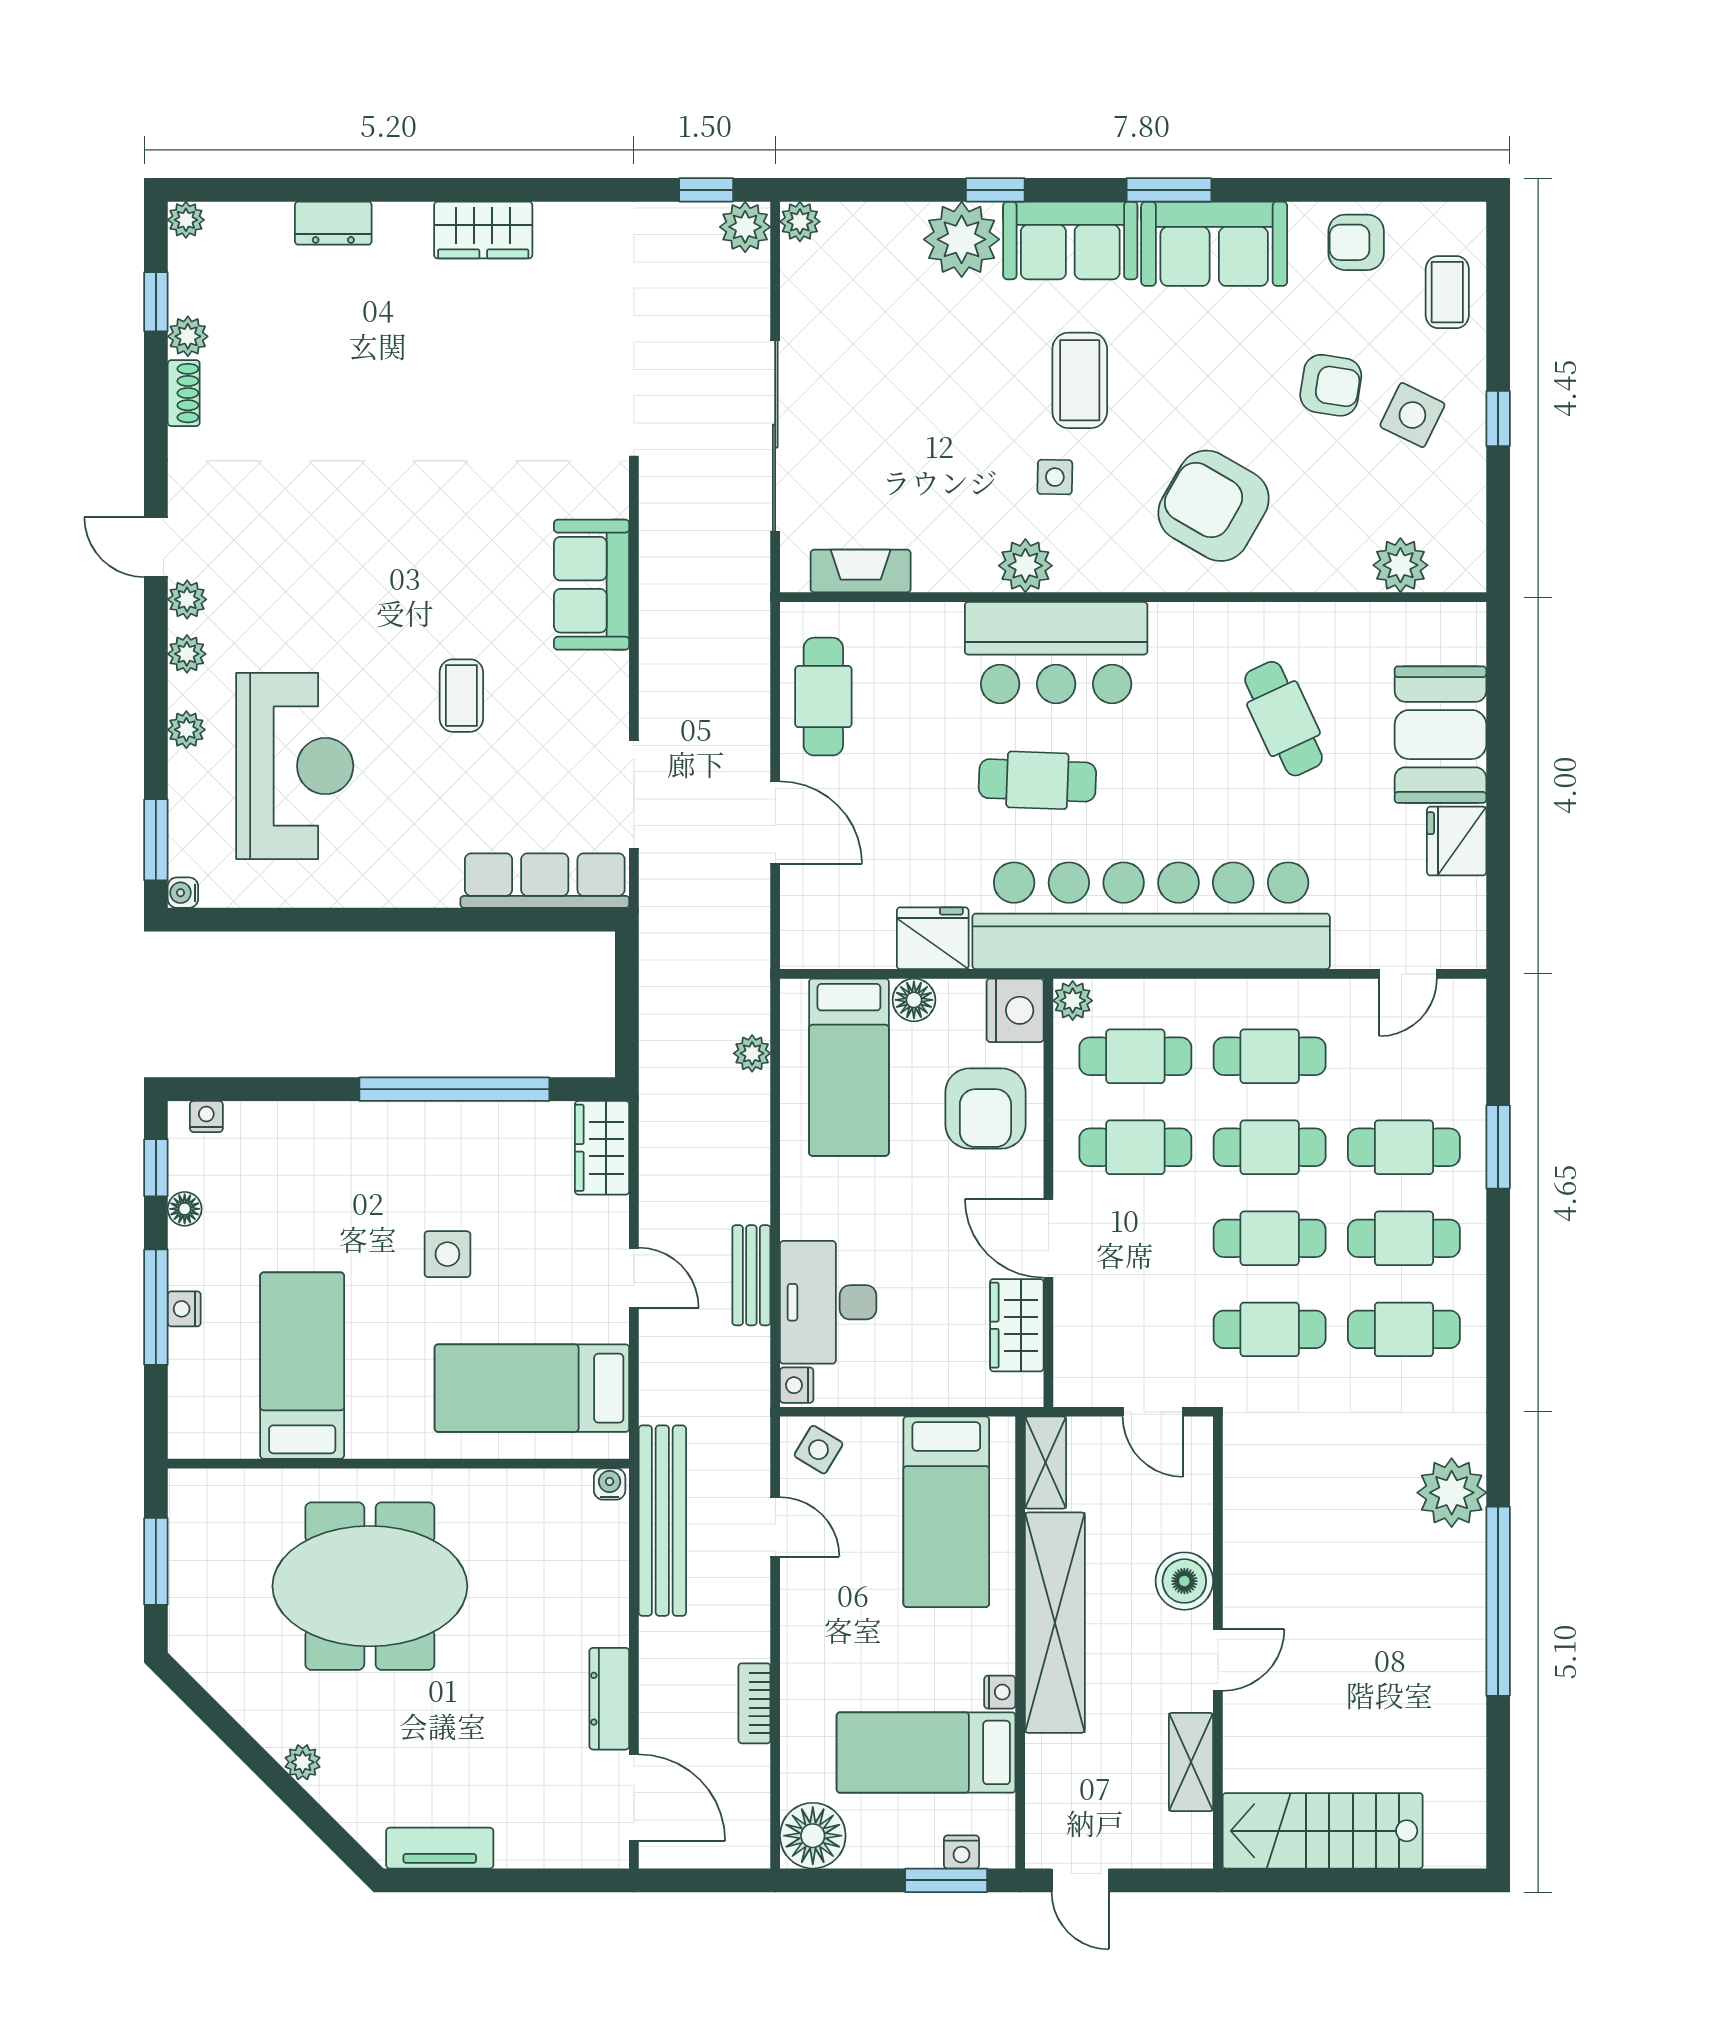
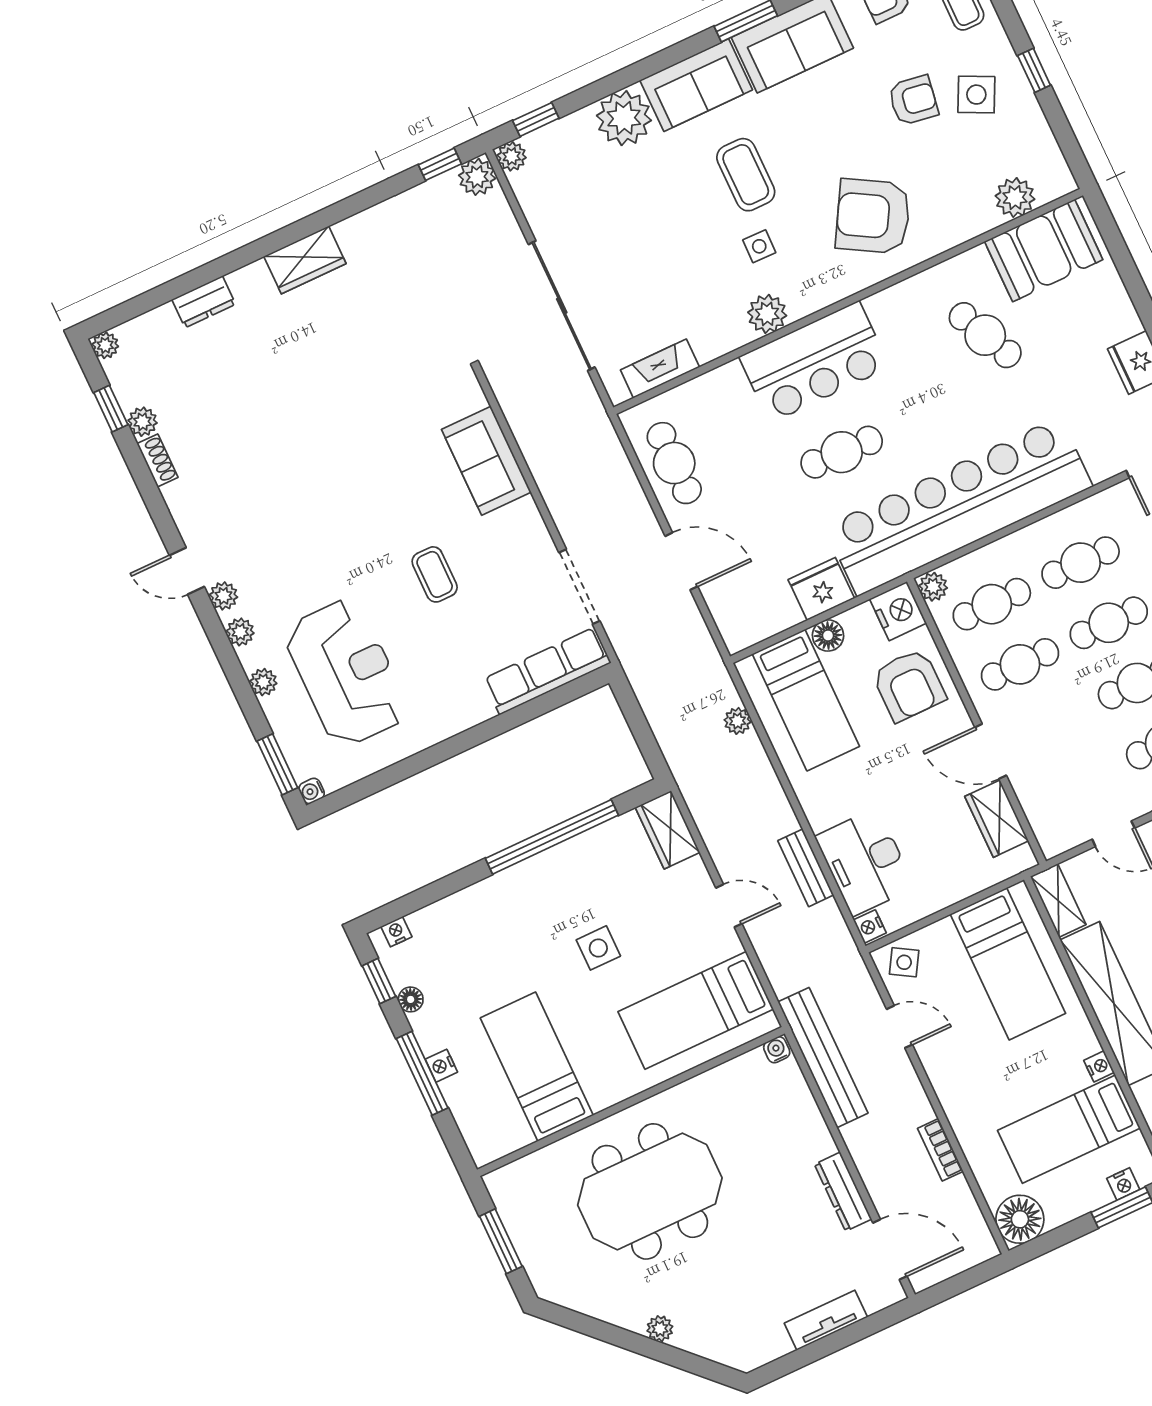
window: (995, 190) -> (536, 119), moved
booth: (1440, 735) -> (1044, 251), moved, turned 90
tv unit: (440, 1848) -> (826, 1320), moved

